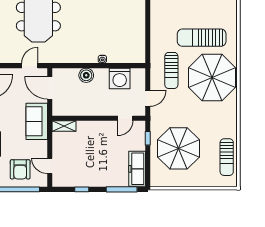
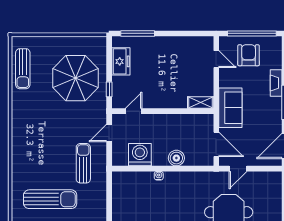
parasol: (212, 77) -> (39, 156), removed
sun lounger: (227, 157) -> (23, 69), turned 180
freezer: (137, 169) -> (121, 61), width x0.71
window: (82, 189) -> (181, 33), removed

